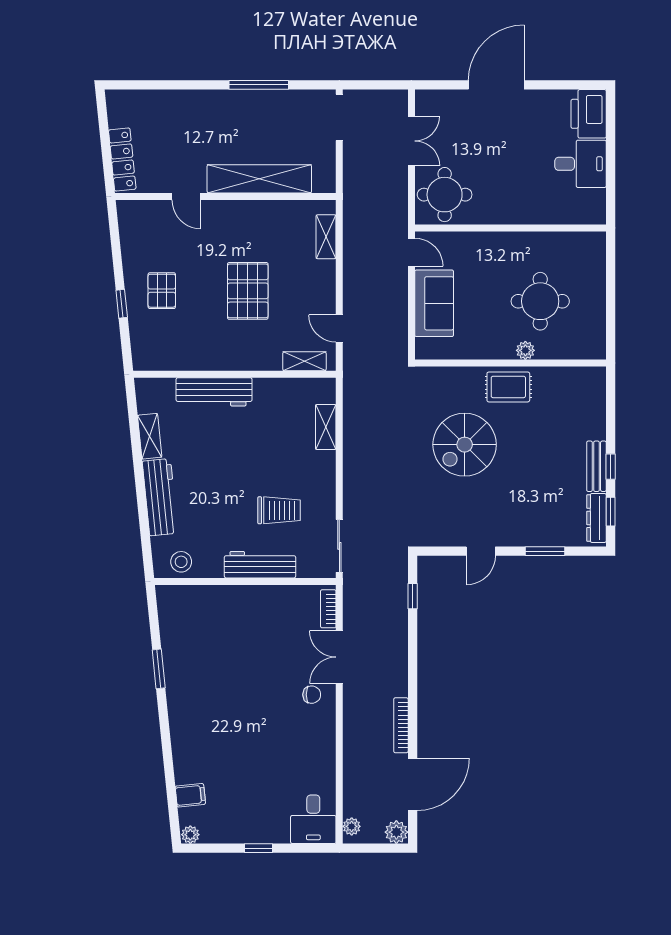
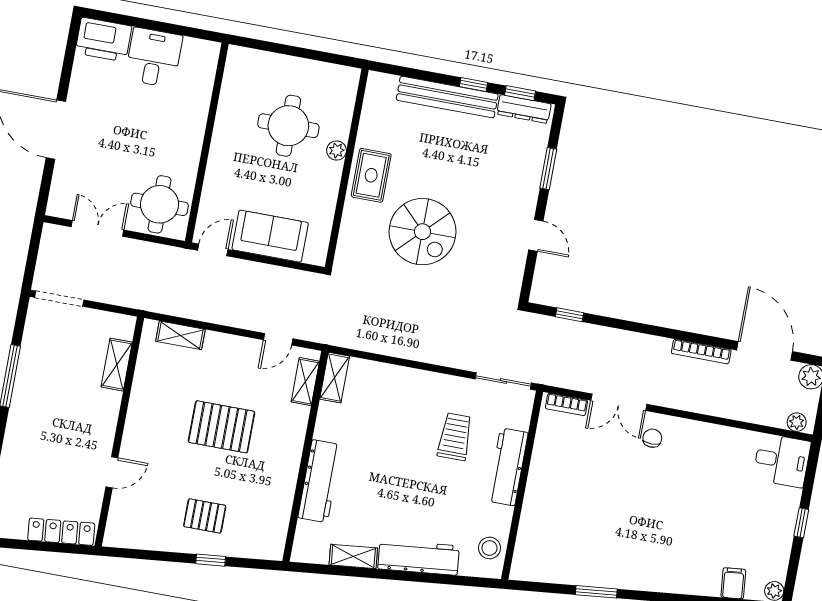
shelving: (259, 179) -> (117, 365), width x0.45, depth x0.75
shelving: (326, 427) -> (335, 378), moved, turned 90
bench: (596, 466) -> (447, 97), width x1.86, depth x1.21

